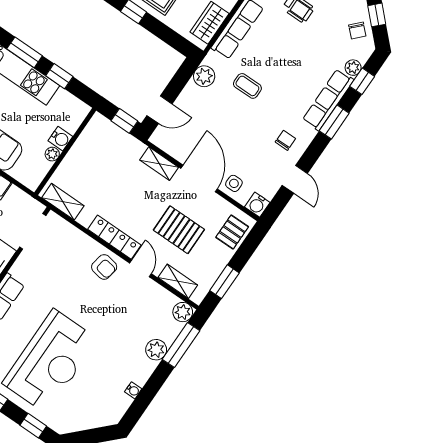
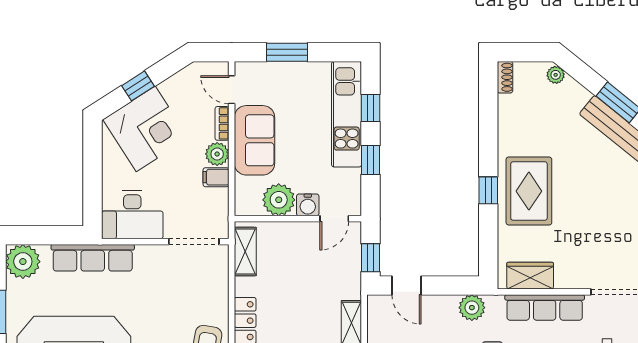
window: (25, 52) -> (371, 108), width x0.67
door: (82, 127) -> (334, 219), added
plant: (52, 154) -> (279, 200), width x1.87, depth x1.87

